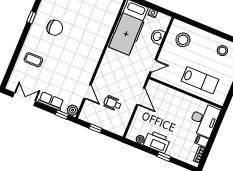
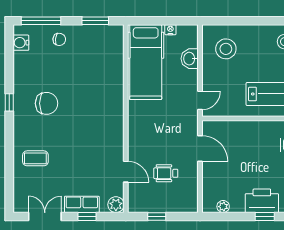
window: (62, 115) -> (87, 216), moved
printer: (157, 142) -> (262, 201), moved

